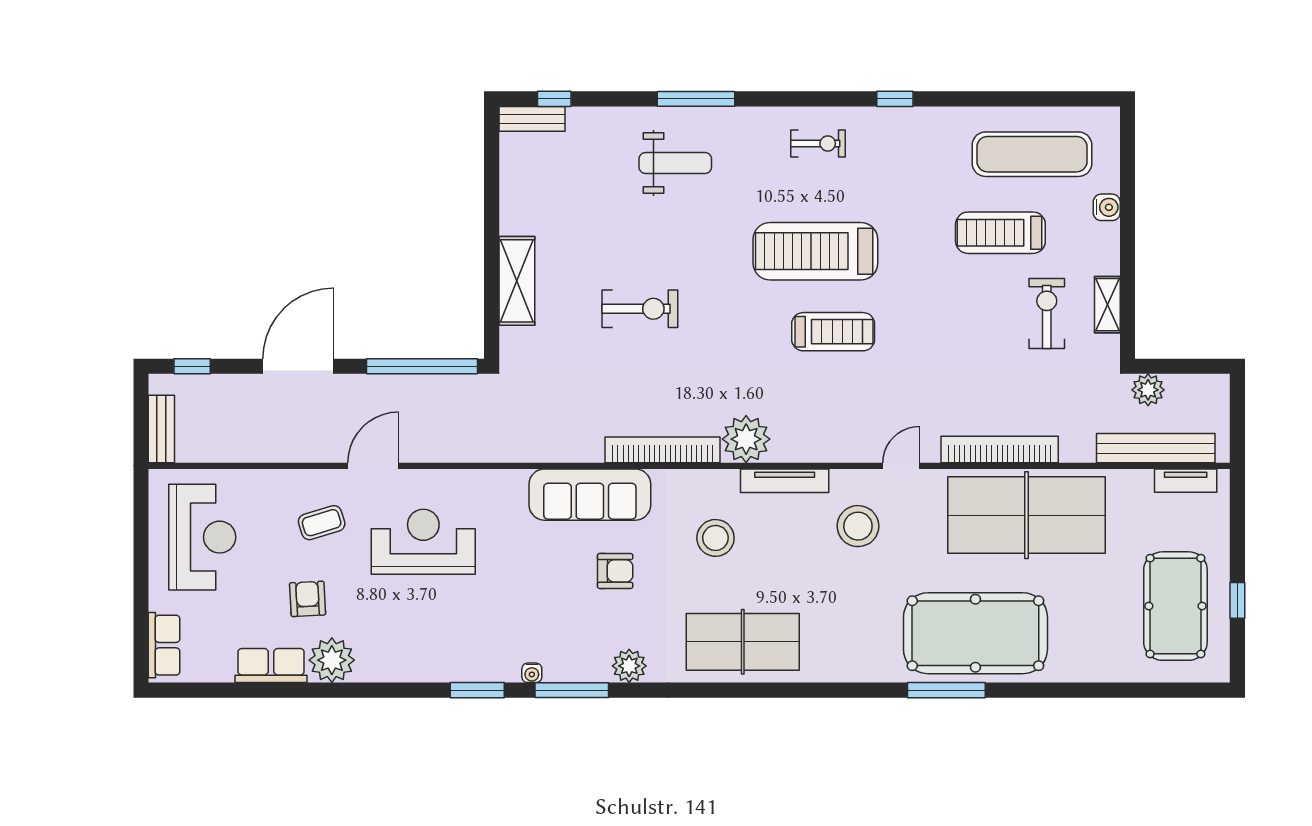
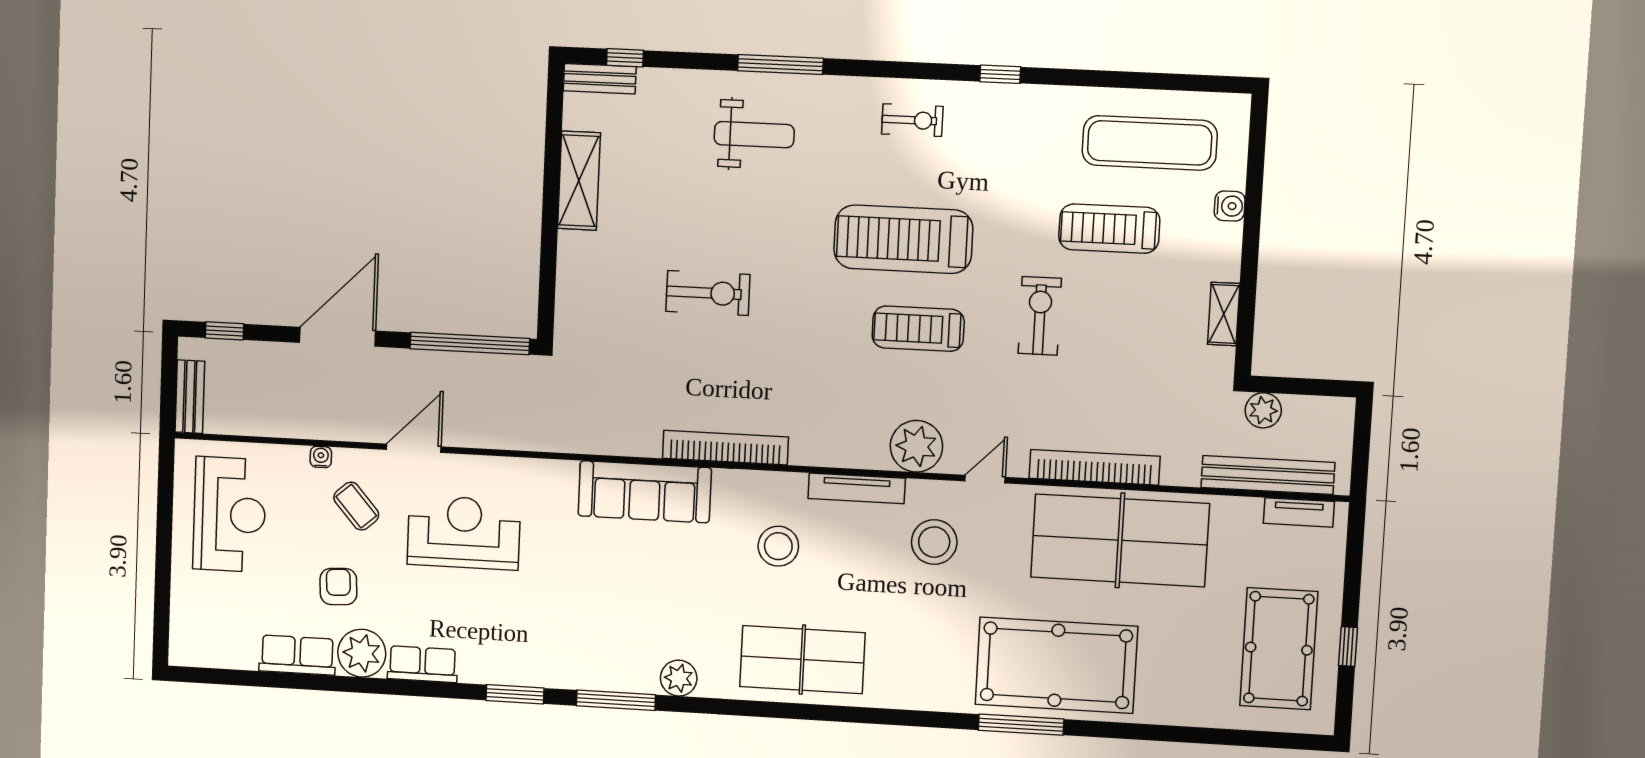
shelving: (517, 281) -> (579, 181), moved
exercise bike: (1047, 314) -> (1040, 316), moved
treadmill: (833, 332) -> (918, 329), turned 180
plant: (746, 439) -> (916, 446), moved
coffee table: (322, 523) -> (356, 506), turned 66
armchair: (615, 571) -> (668, 576), removed
row of seats: (164, 645) -> (423, 664), moved, turned -90
water cooler: (532, 673) -> (321, 457), moved, turned 180

